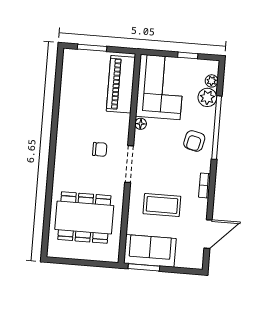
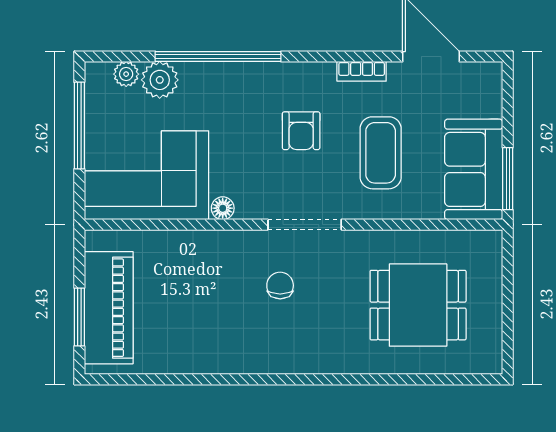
window: (188, 55) -> (79, 125), width x2.17
piano: (121, 84) -> (109, 308), moved, turned -90
armchair: (194, 141) -> (301, 131), moved, turned 77
bookcase: (205, 185) -> (362, 71), moved
dining table: (84, 218) -> (418, 305), width x0.73

